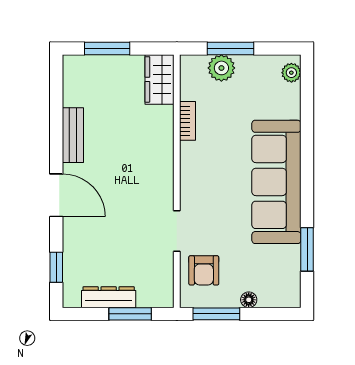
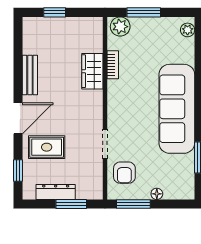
window: (107, 48) -> (55, 12), width x0.67
plant: (221, 68) -> (120, 27), moved
wardrobe: (159, 79) -> (92, 71), moved
door: (56, 195) -> (18, 118), hinge flipped
rug: (96, 235) -> (47, 147), added

